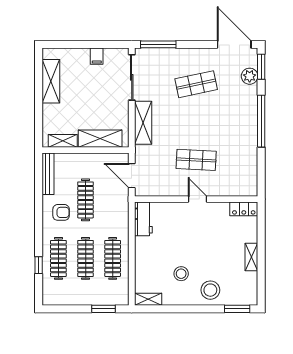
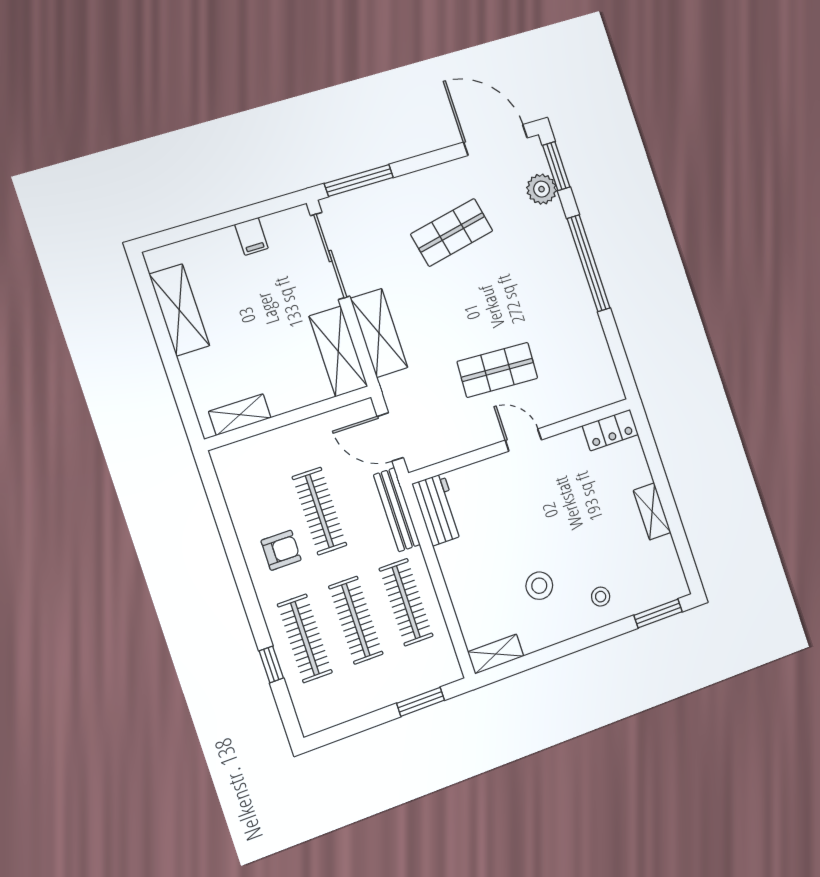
shelving: (100, 139) -> (338, 351), moved, turned 90
bench: (48, 174) -> (397, 510), moved
stool: (210, 290) -> (601, 597), width x0.53, depth x0.53

